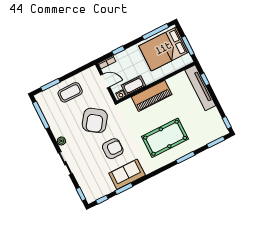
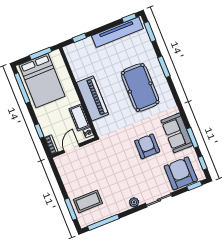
tv unit: (200, 88) -> (117, 32), moved
coffee table: (70, 92) -> (88, 201), moved, turned 90
armchair: (95, 120) -> (181, 173), moved, turned -125

